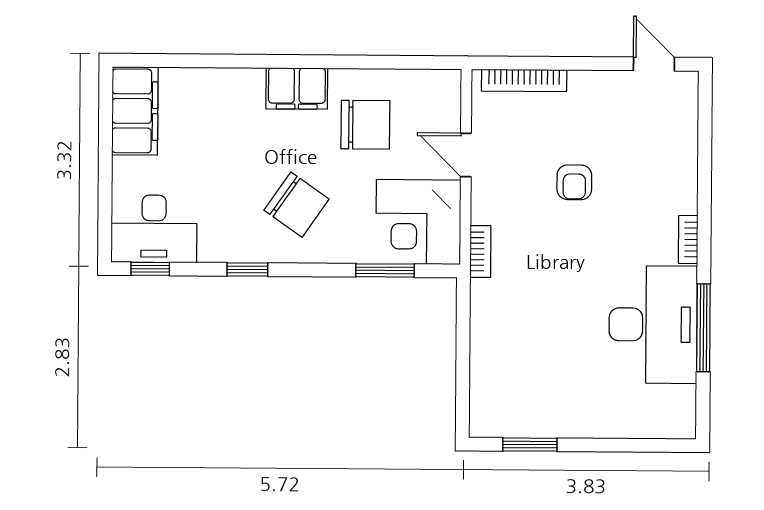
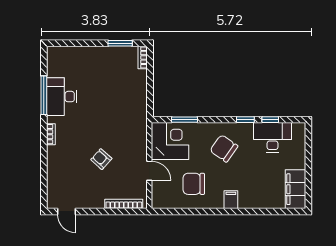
filing cabinet: (297, 88) -> (231, 200), width x0.50
armchair: (574, 182) -> (101, 159), turned -48
desk: (154, 229) -> (272, 137), moved
bookcase: (480, 251) -> (143, 57), moved
window: (150, 269) -> (270, 120), moved
desk: (653, 325) -> (62, 97), width x0.73, depth x0.77

